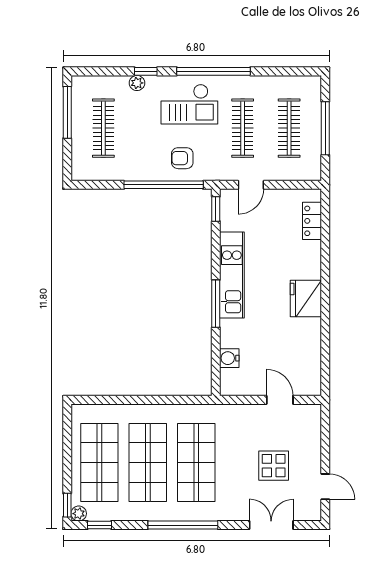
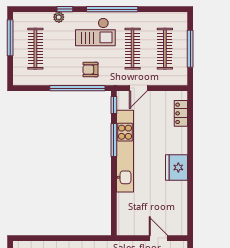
kitchen unit: (232, 275) -> (125, 151), width x1.36
window: (216, 304) -> (114, 140), moved
water cooler: (229, 358) -> (123, 209), removed

